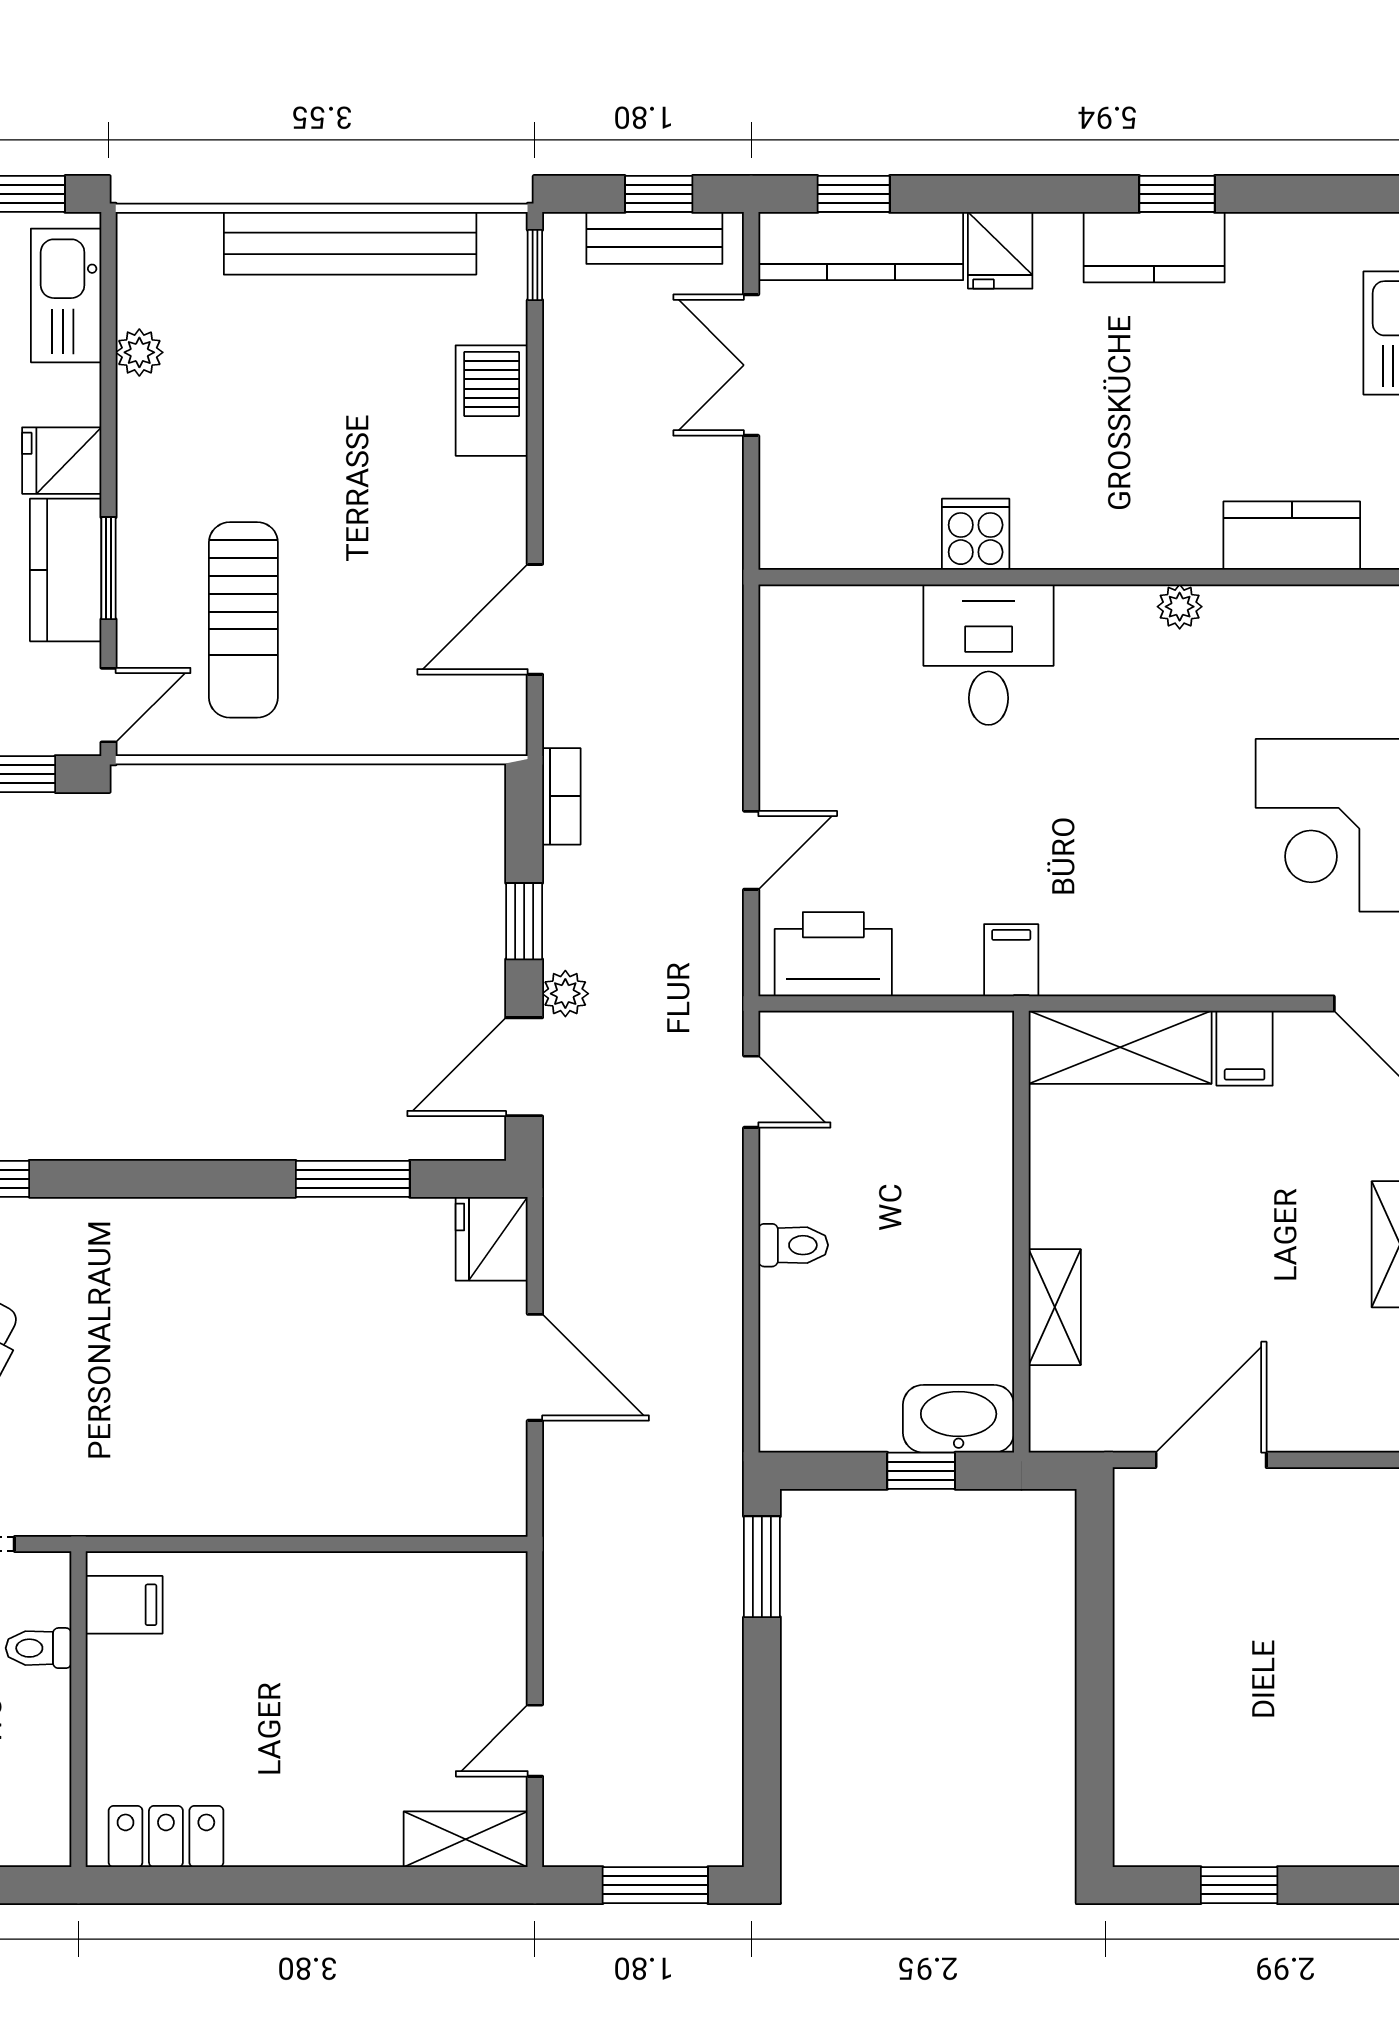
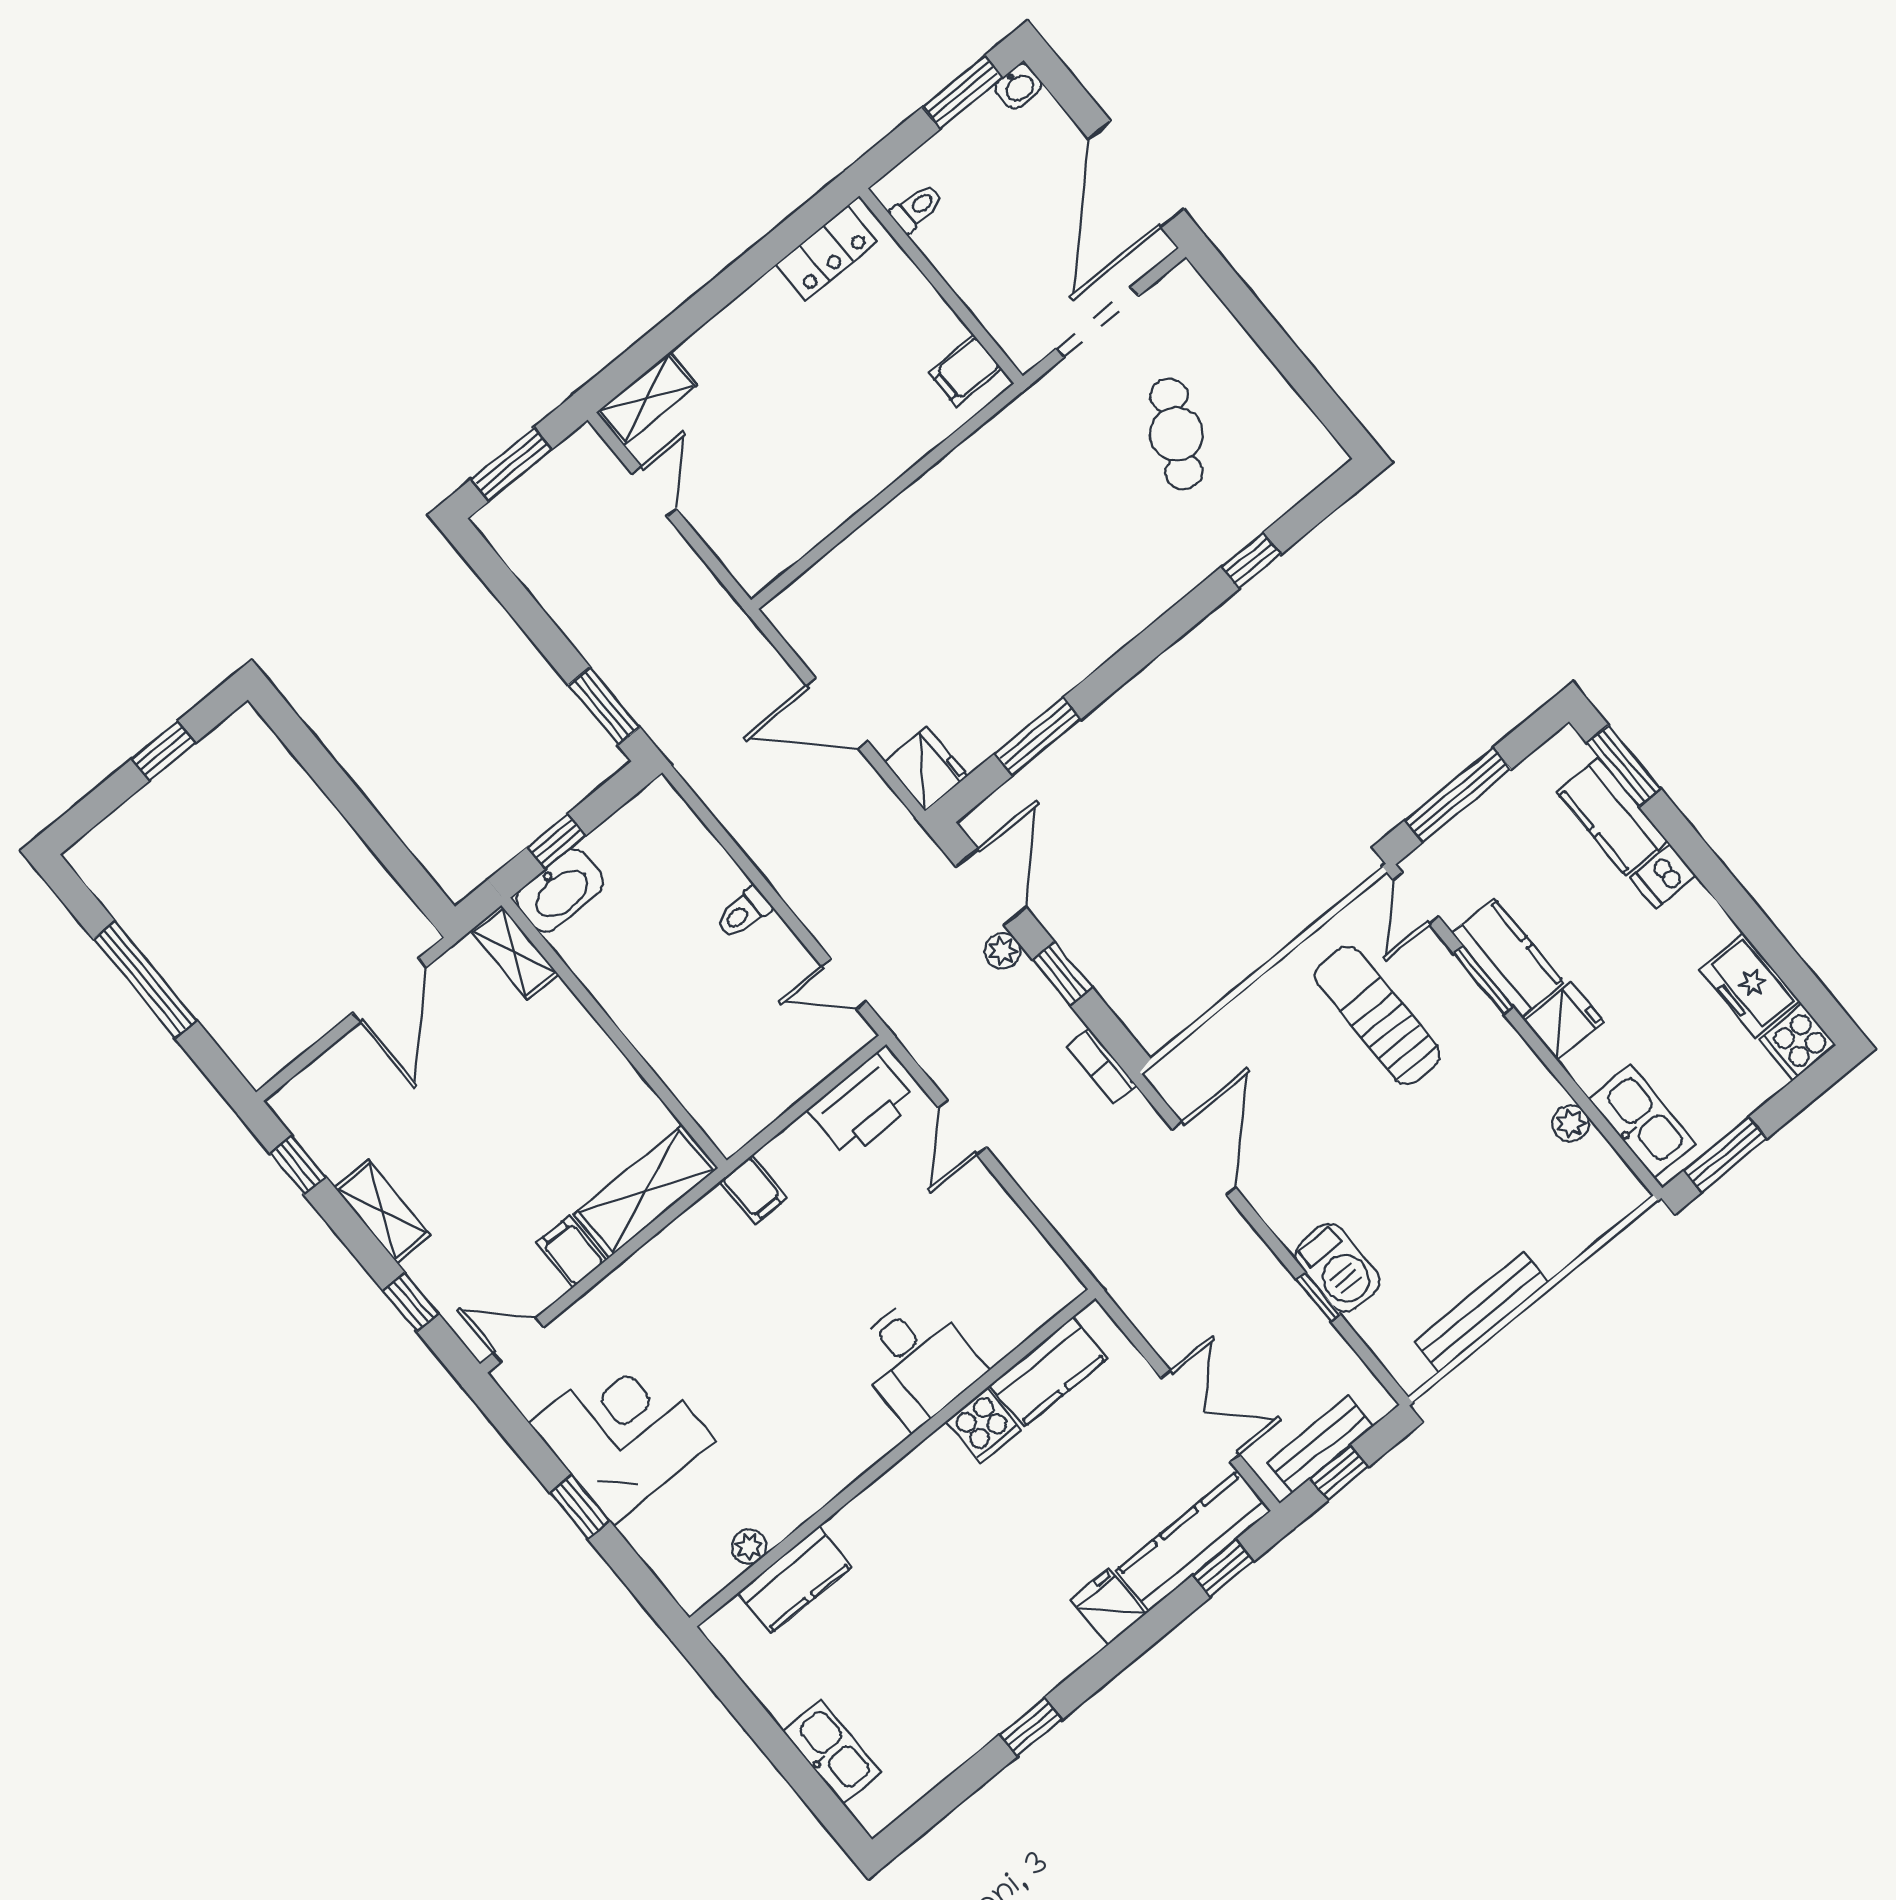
bench: (350, 243) -> (1481, 1312), width x0.73, depth x0.82
kitchen counter: (1154, 247) -> (1048, 1372), moved, turned 180
window: (535, 265) -> (1318, 1297), moved
plant: (1180, 607) -> (749, 1547), moved
shelving: (1055, 1307) -> (514, 952), moved
toilet: (39, 1648) -> (917, 208), moved

